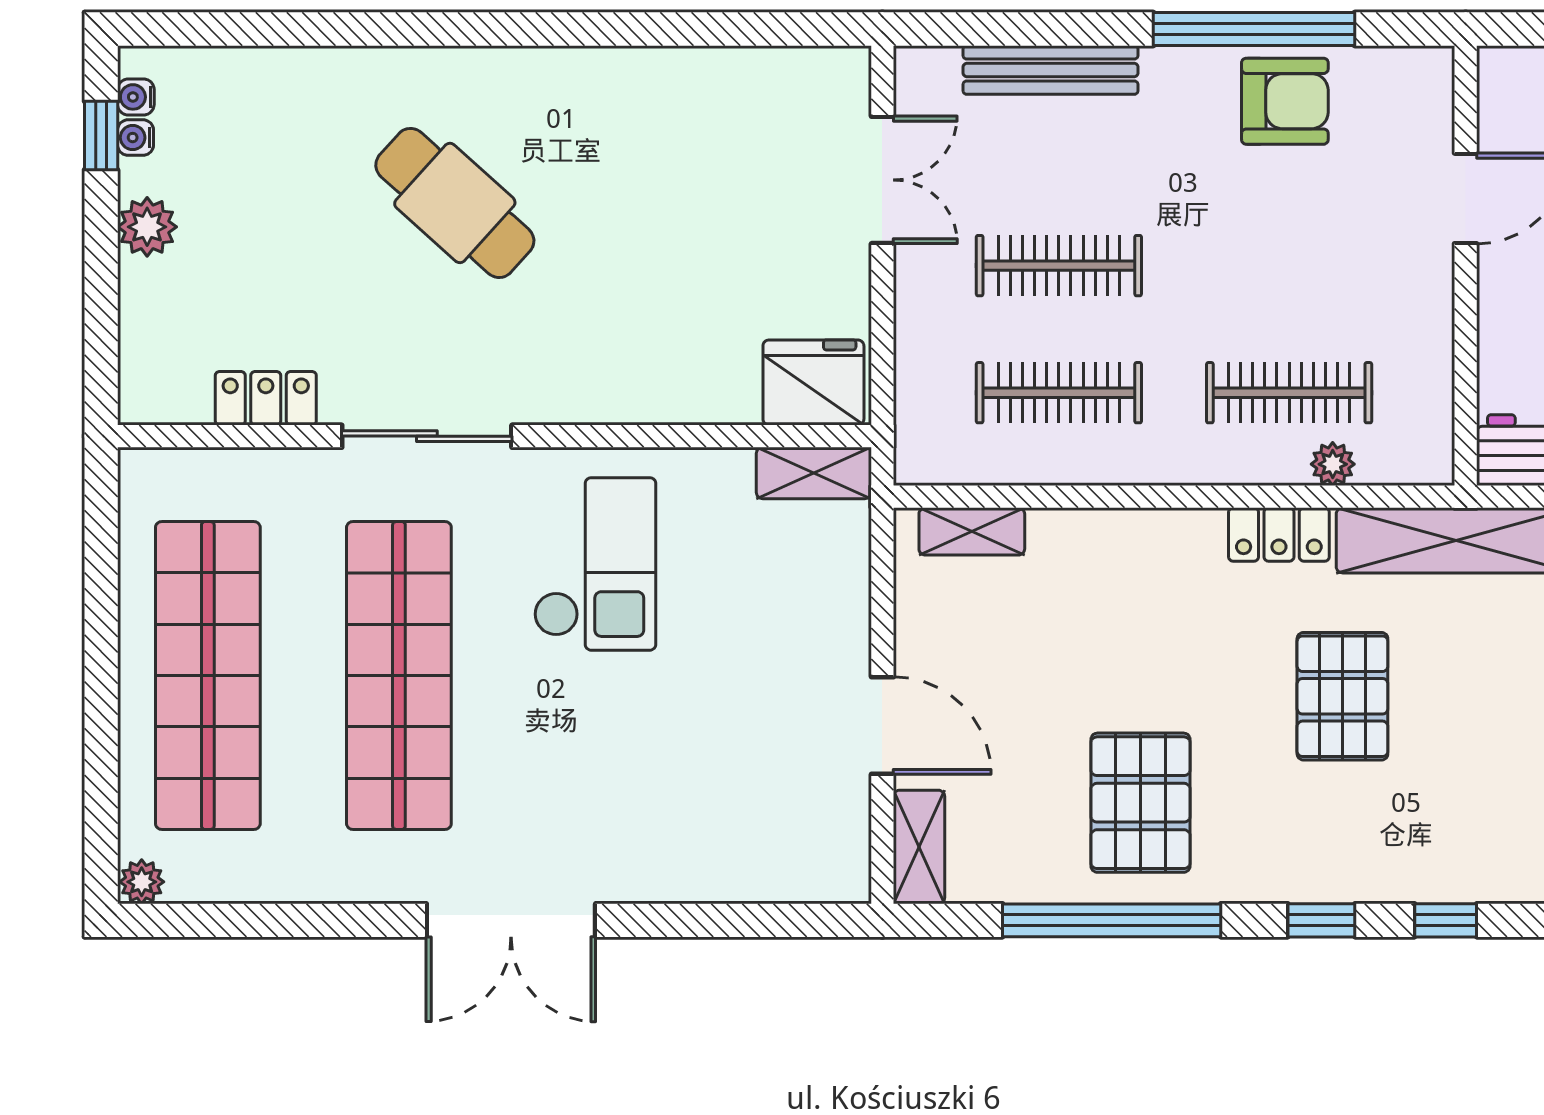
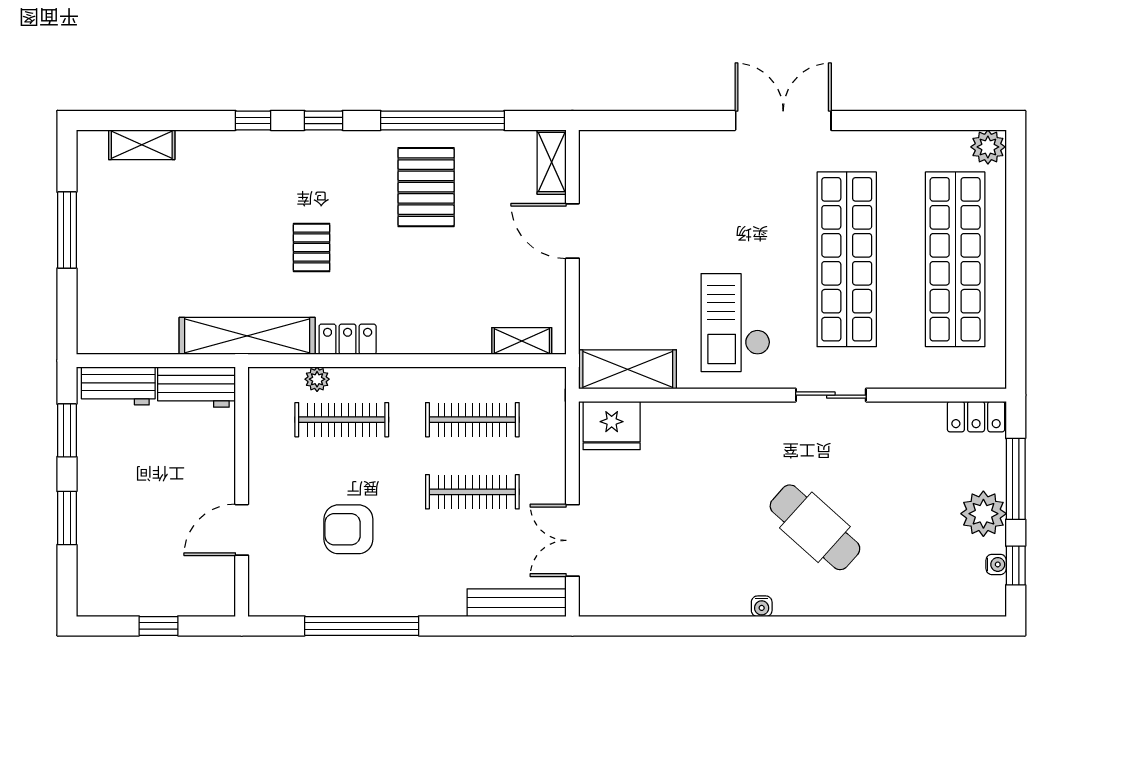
bench: (1051, 70) -> (517, 603), moved
water cooler: (136, 97) -> (762, 606), moved, turned 90
armchair: (1285, 101) -> (348, 529), moved
plant: (147, 227) -> (983, 514), width x1.36, depth x1.36
window: (101, 288) -> (1016, 479), added
locker: (266, 398) -> (976, 417), moved
sliding door: (427, 436) -> (831, 395), width x0.73
shelving: (814, 473) -> (628, 369), width x1.50, depth x1.33
pallet: (1342, 696) -> (312, 247), width x0.67, depth x0.71
plant: (142, 882) -> (988, 147), width x1.38, depth x1.38

